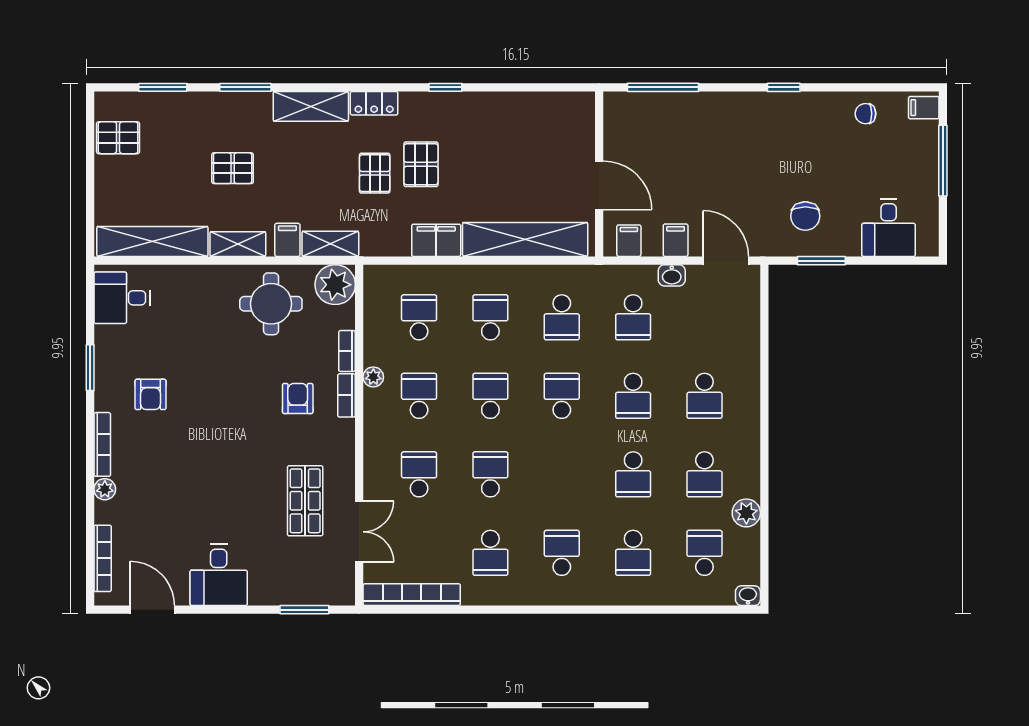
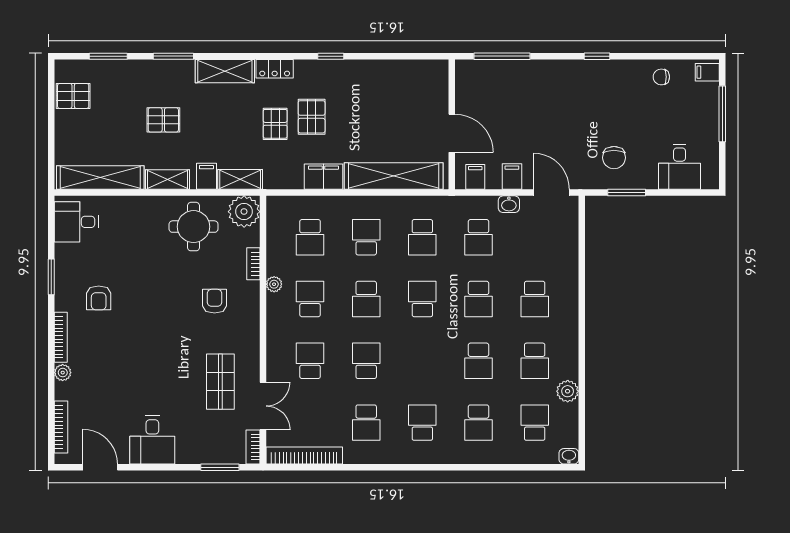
school desk: (419, 317) -> (310, 237), turned 180
bookcase: (347, 395) -> (253, 447), moved
school desk: (490, 396) -> (366, 299), turned 180

